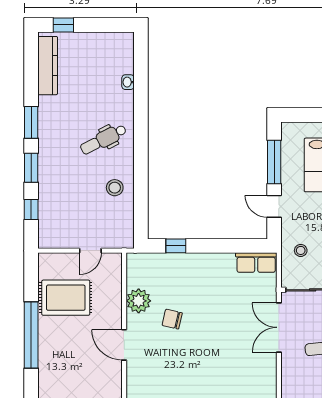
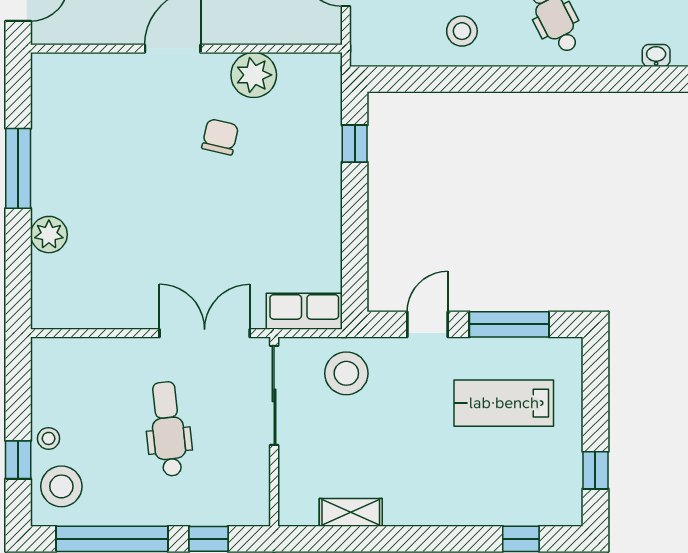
stool: (301, 250) -> (346, 373), width x1.89, depth x1.89
row of seats: (256, 263) -> (304, 311), moved, turned 90

